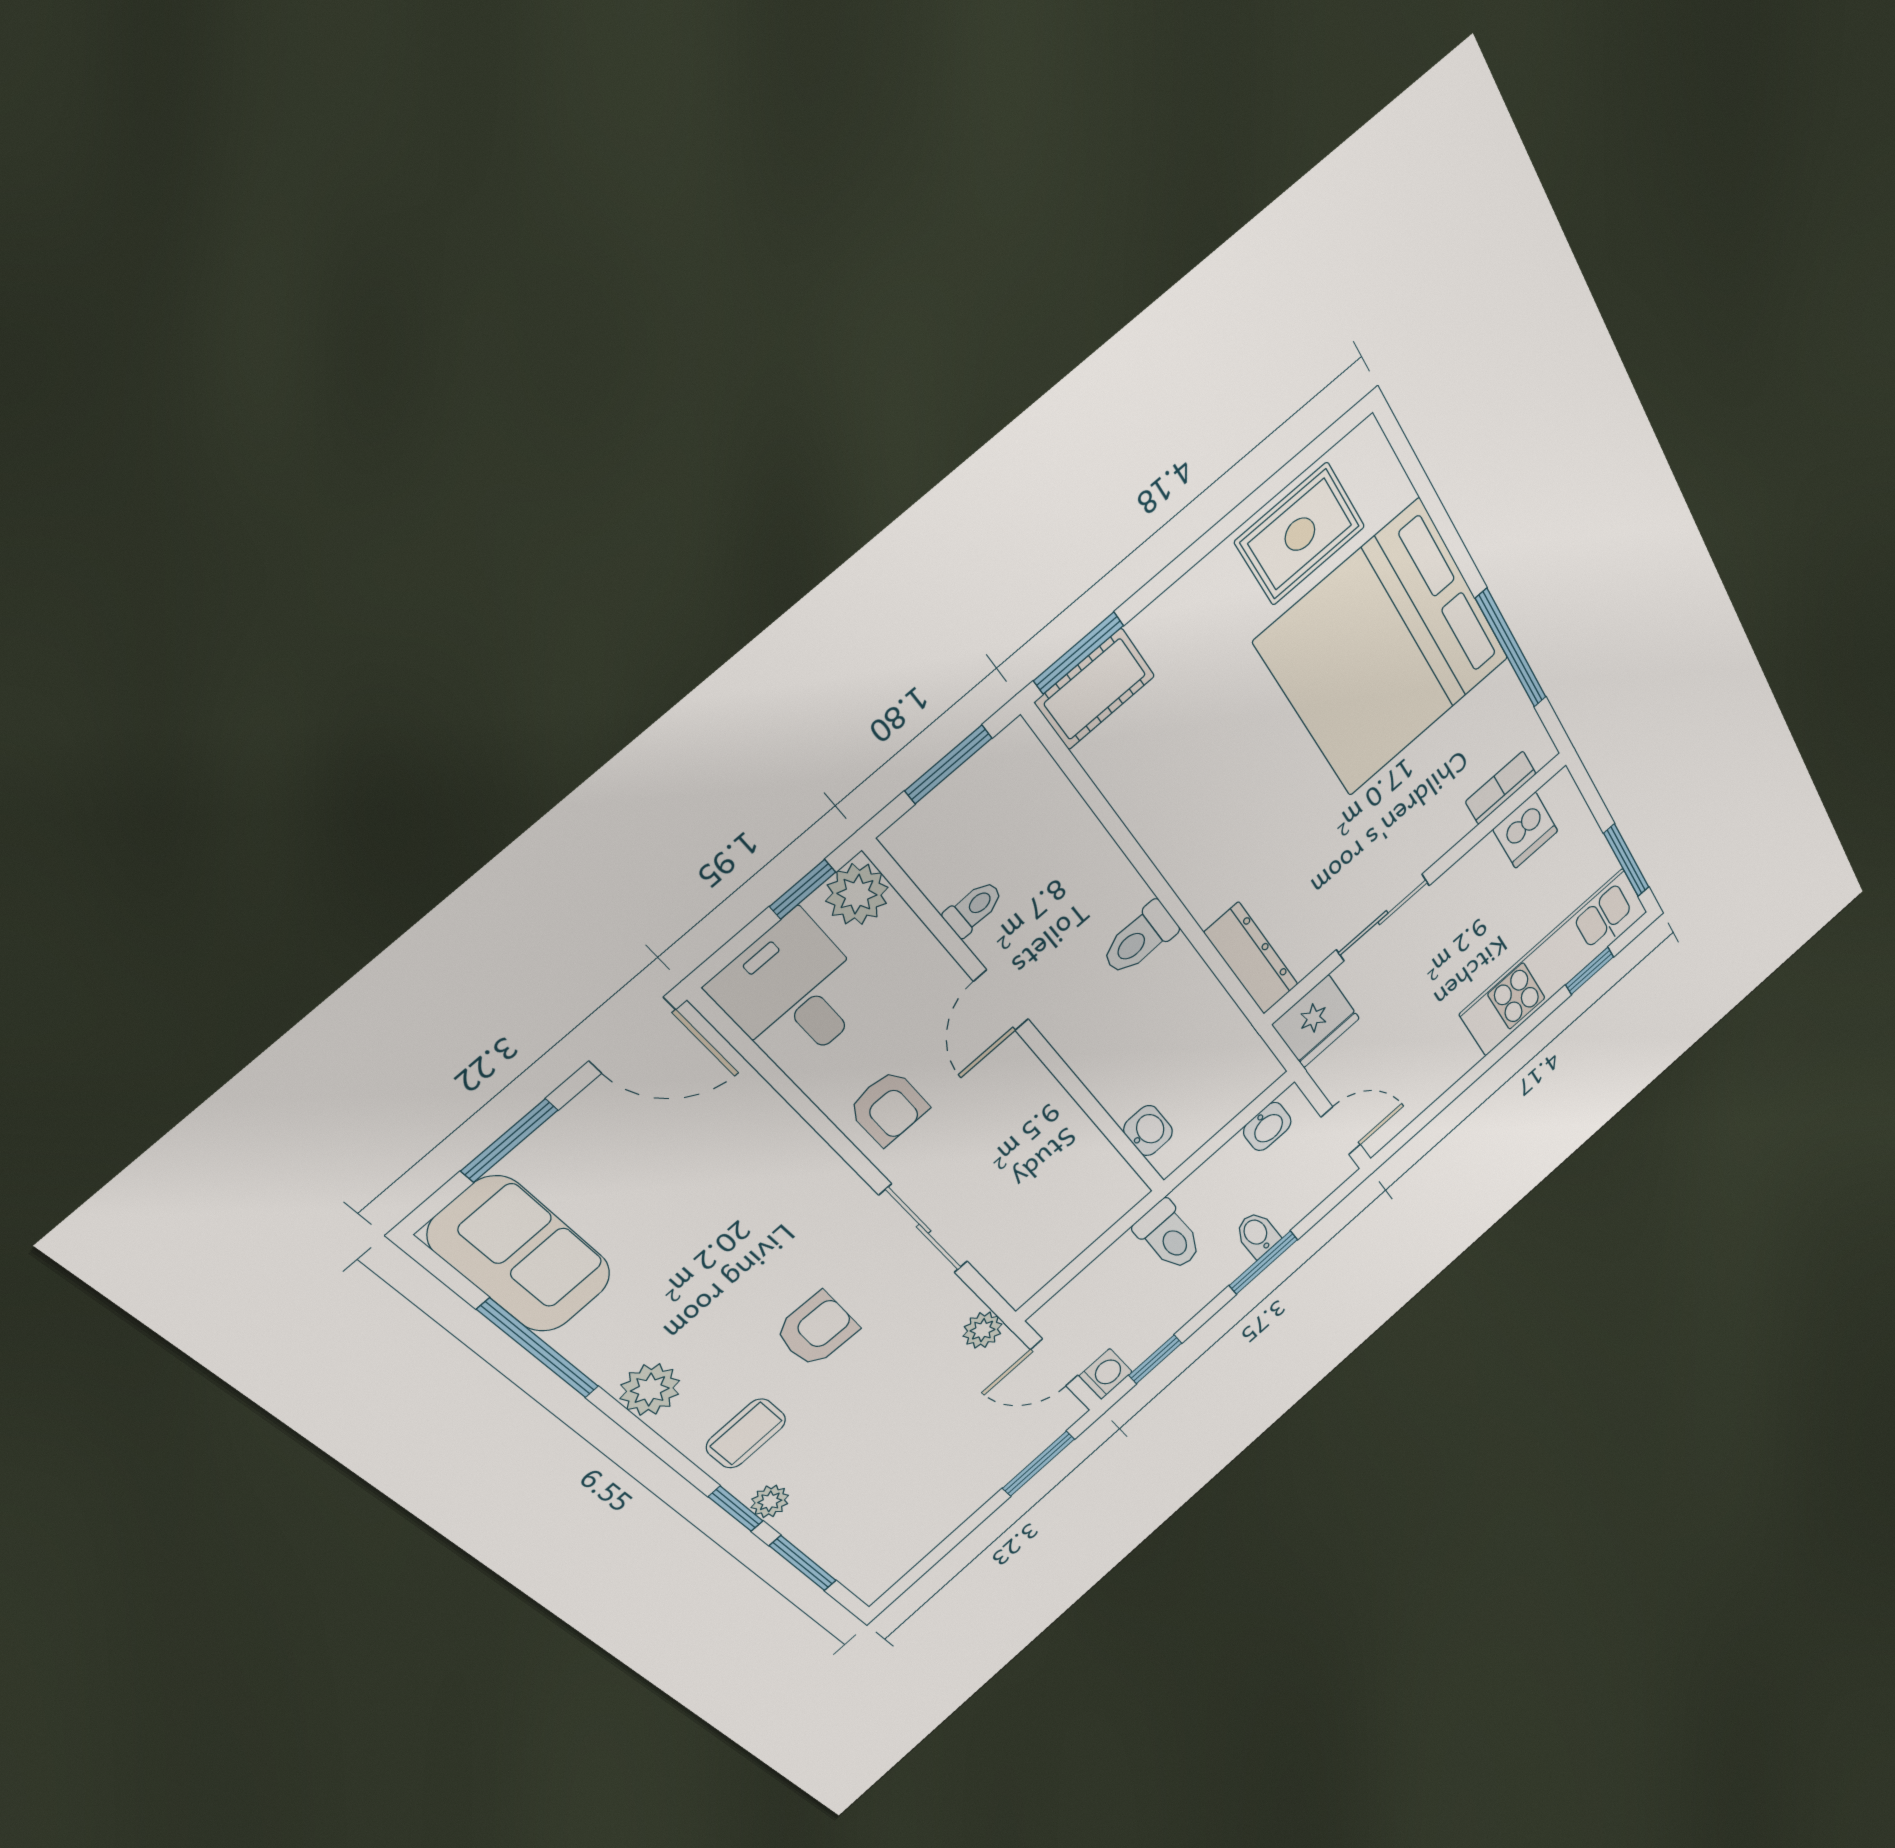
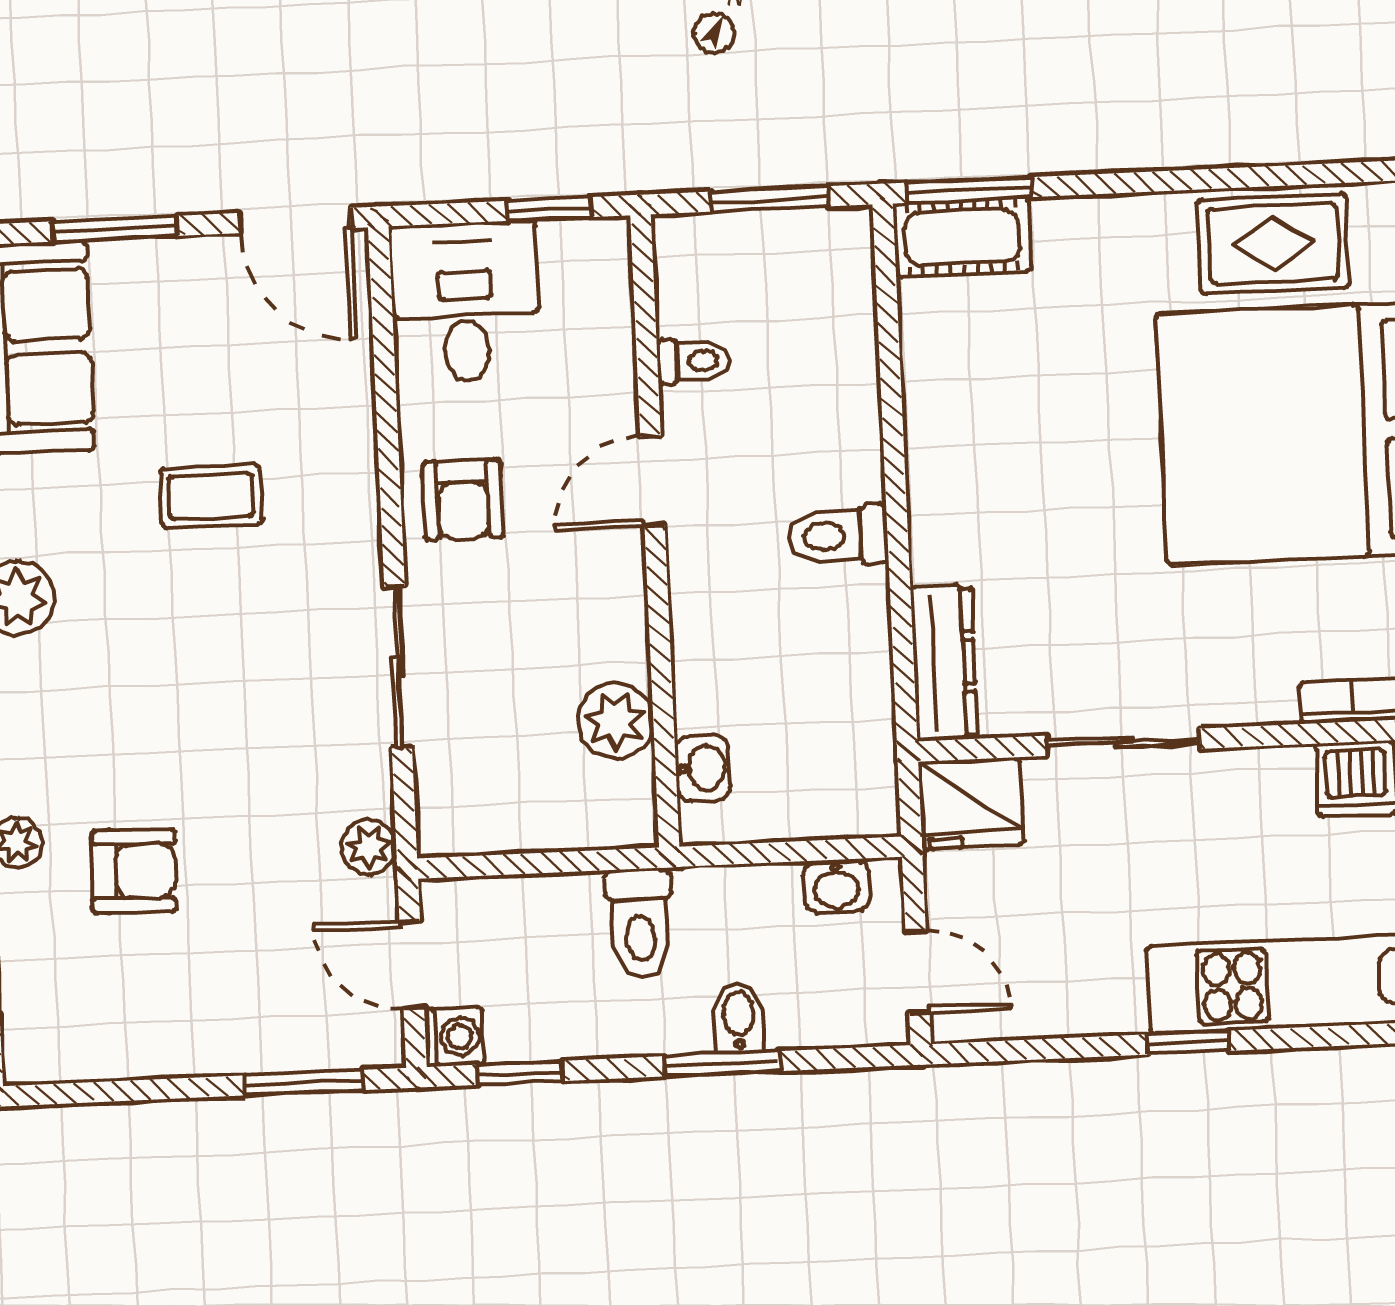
plant: (857, 894) -> (616, 721), moved
window: (1590, 971) -> (1188, 1043), moved
armchair: (817, 1330) -> (134, 871), moved
coffee table: (746, 1433) -> (211, 496), moved

